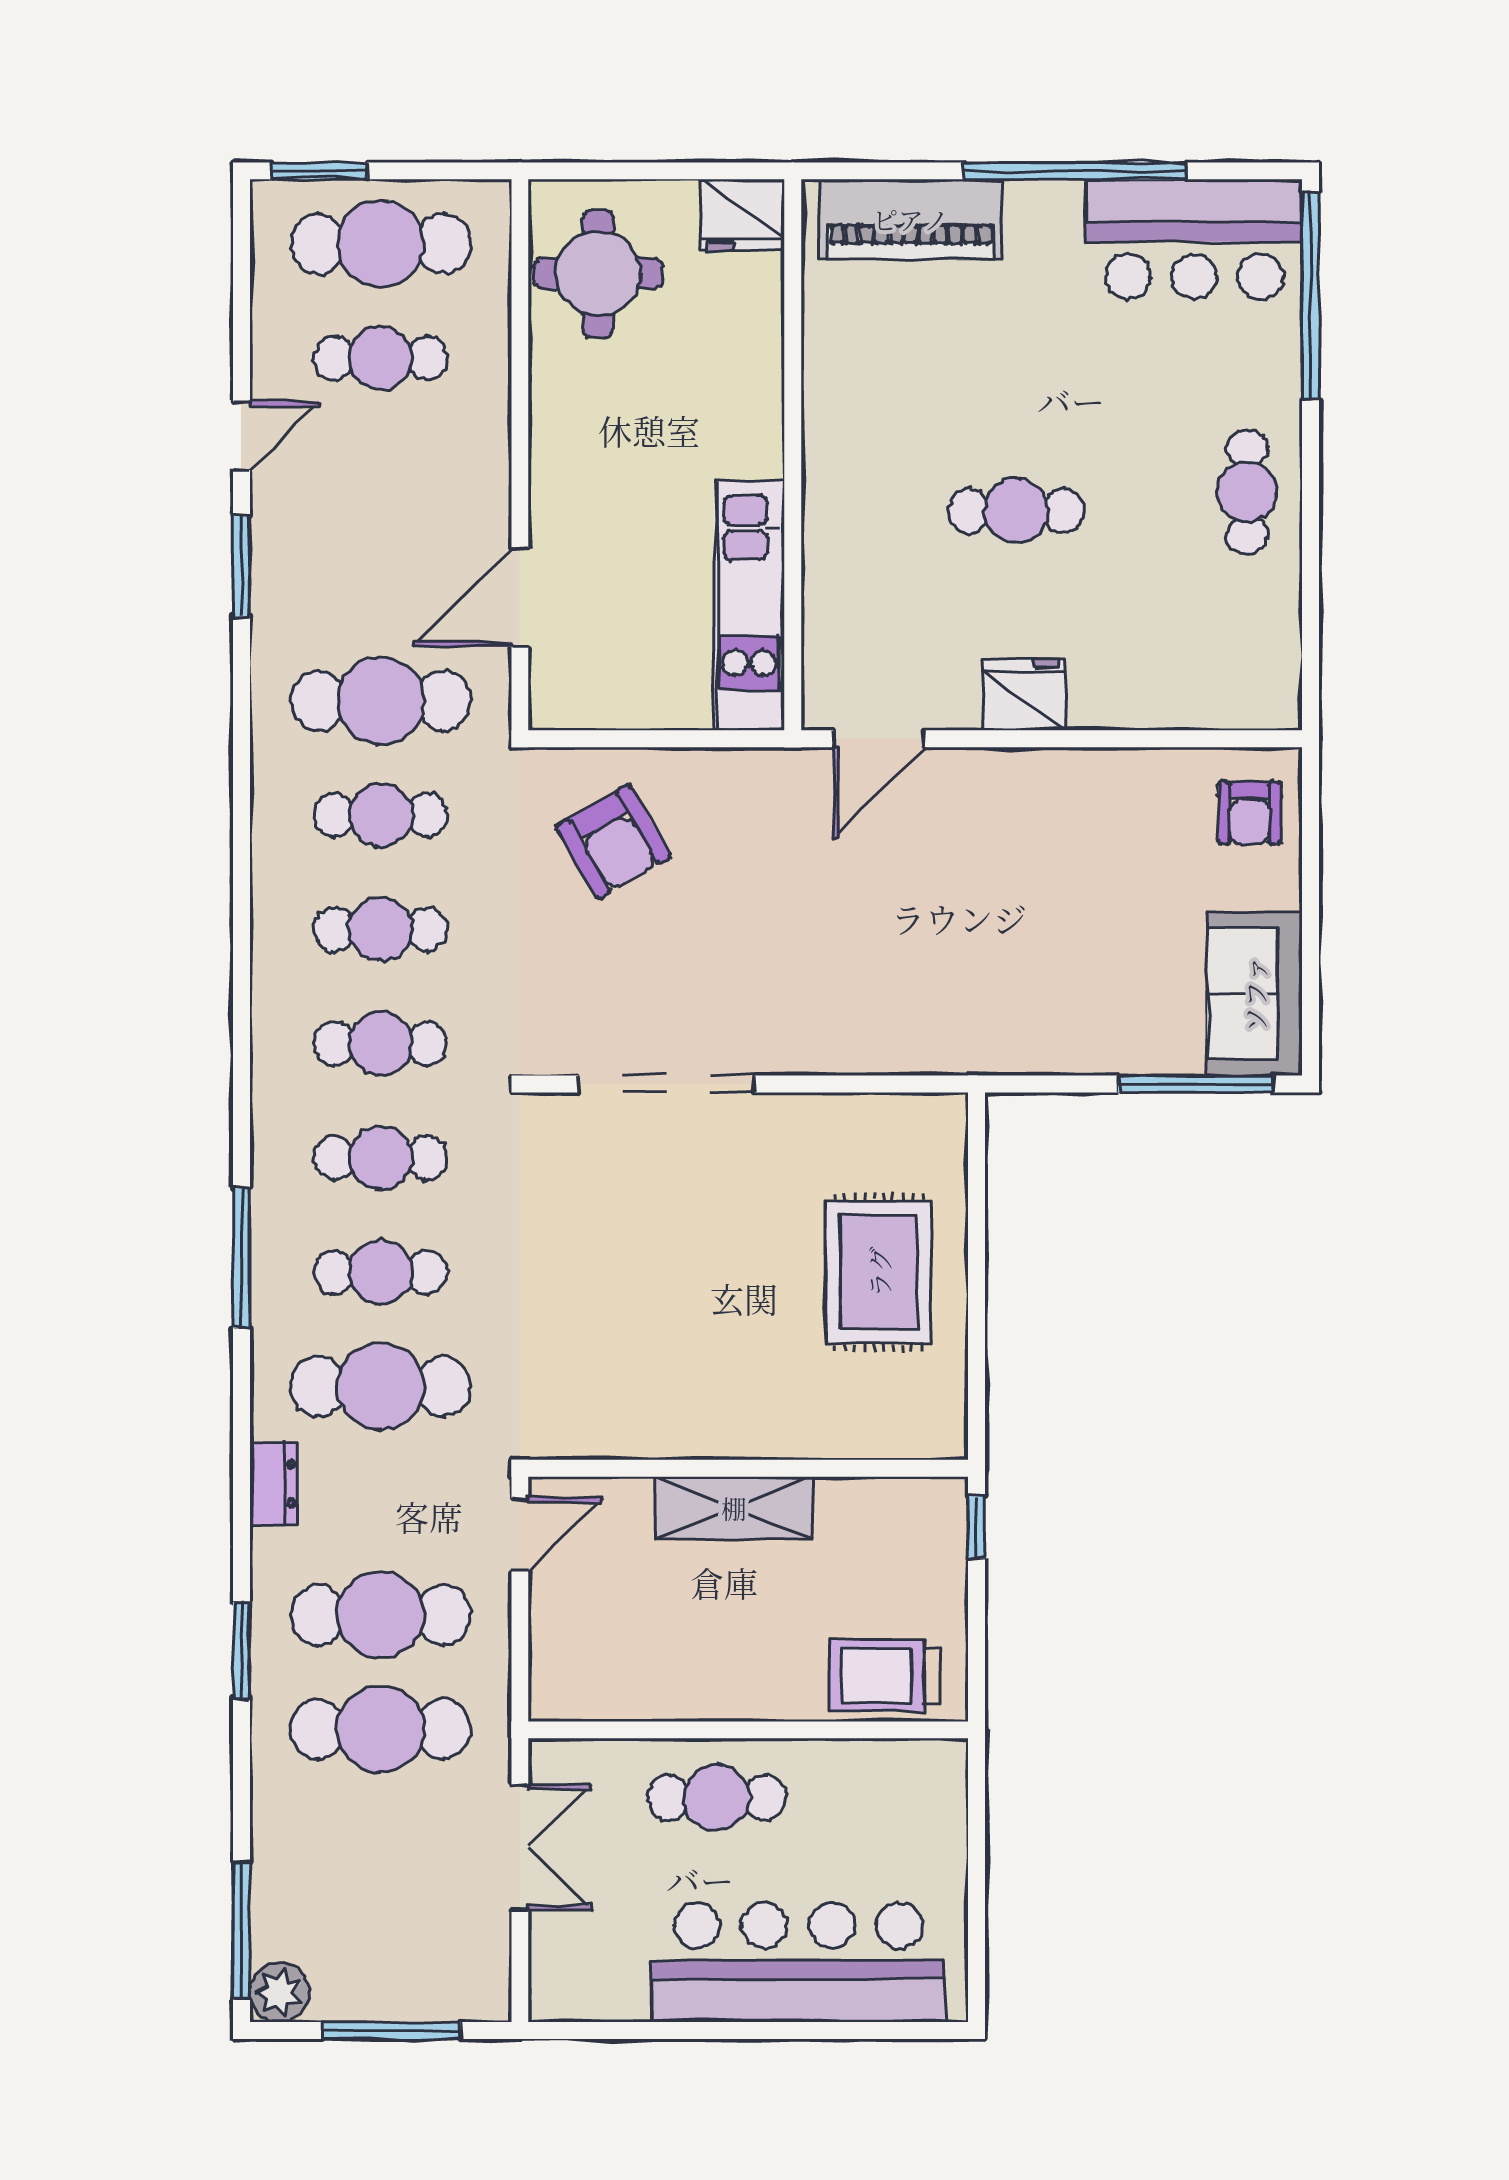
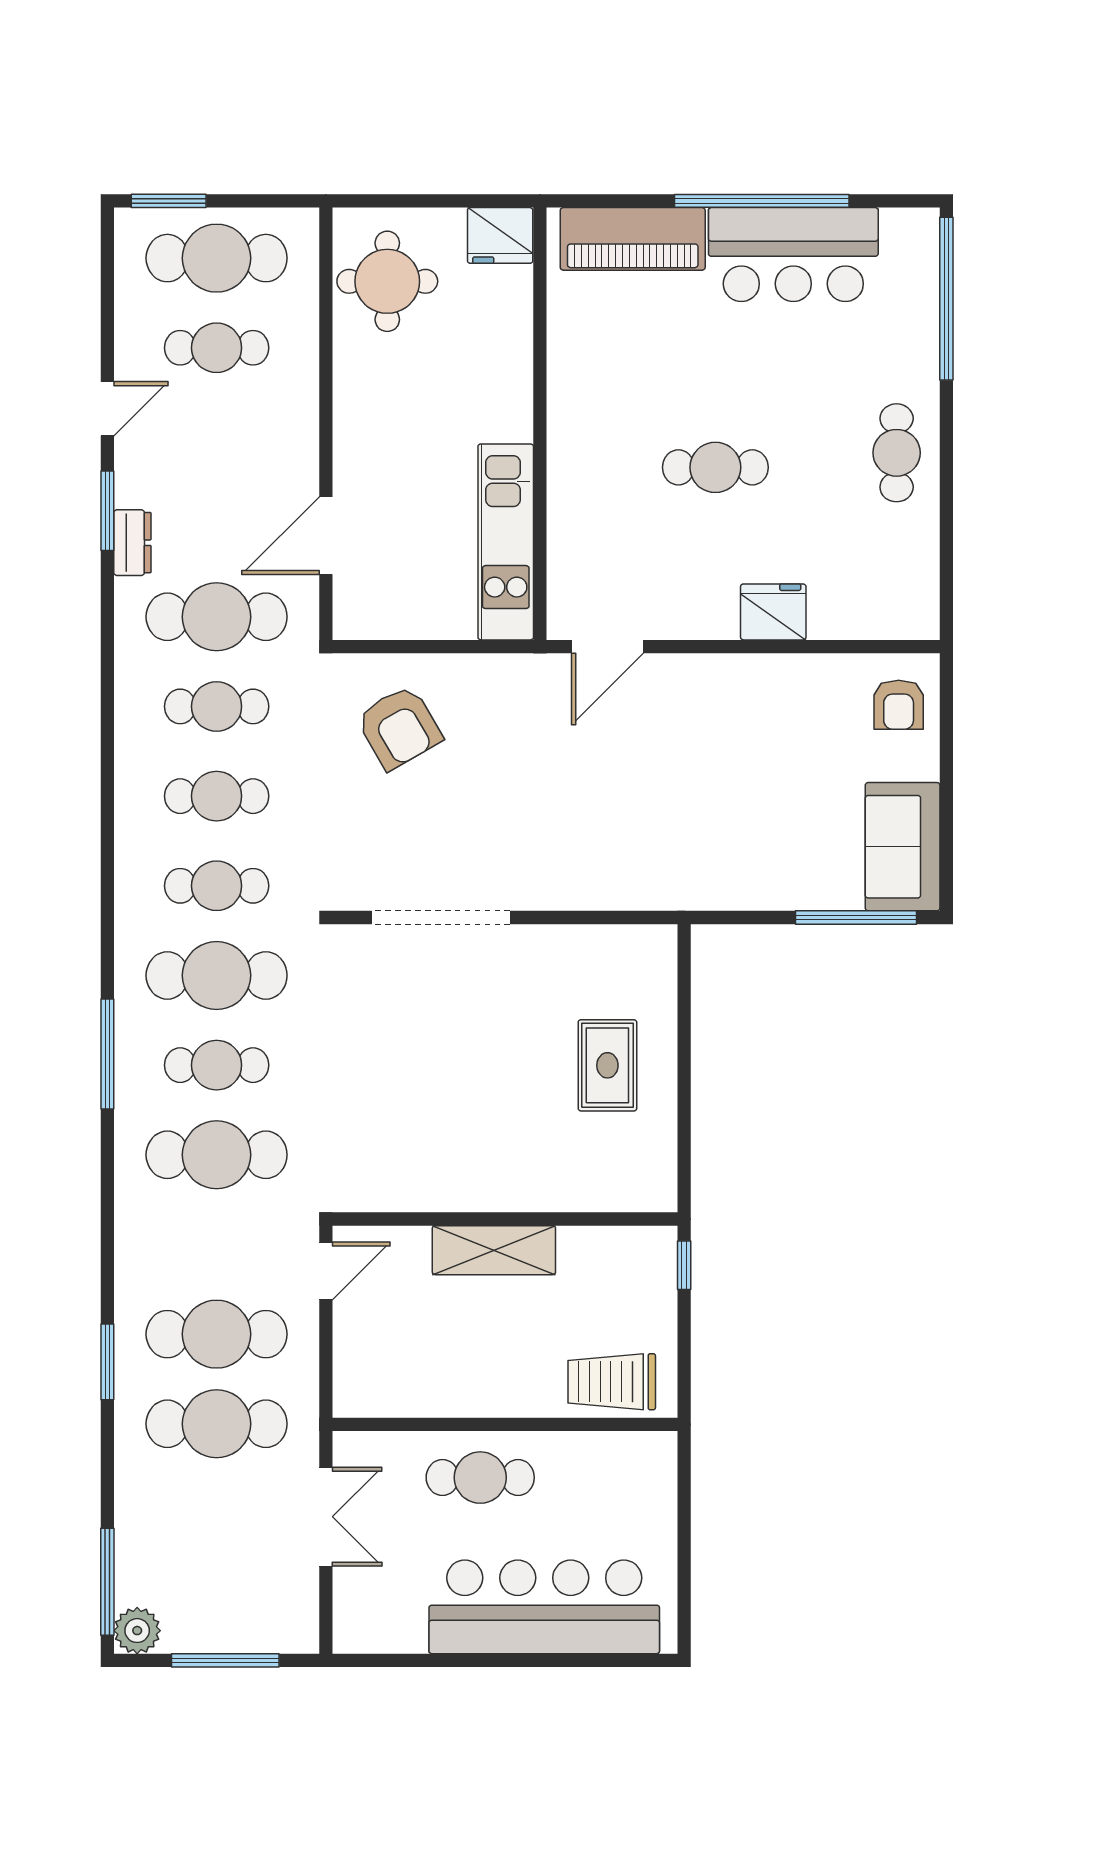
bar counter: (1194, 239) -> (793, 255), moved
fridge: (1024, 695) -> (773, 612), moved
cafe table: (381, 1158) -> (217, 975), width x1.37, depth x1.35
rug: (879, 1272) -> (607, 1065), width x0.73, depth x0.70
dresser: (273, 1484) -> (132, 543), moved

